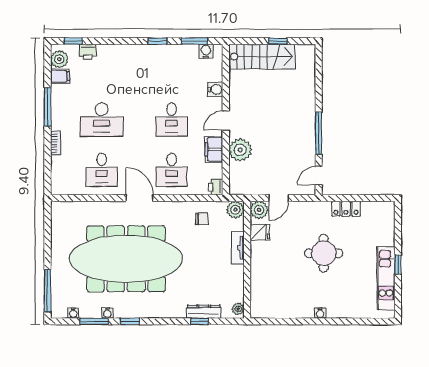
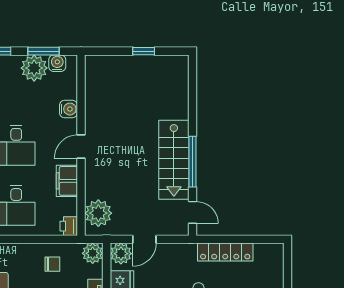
plant: (187, 55) -> (34, 68), added
stairs: (262, 57) -> (174, 160), moved, turned 90
plant: (240, 150) -> (98, 213), moved
door: (319, 176) -> (192, 212), swing flipped
locker: (346, 209) -> (225, 252), width x1.53

